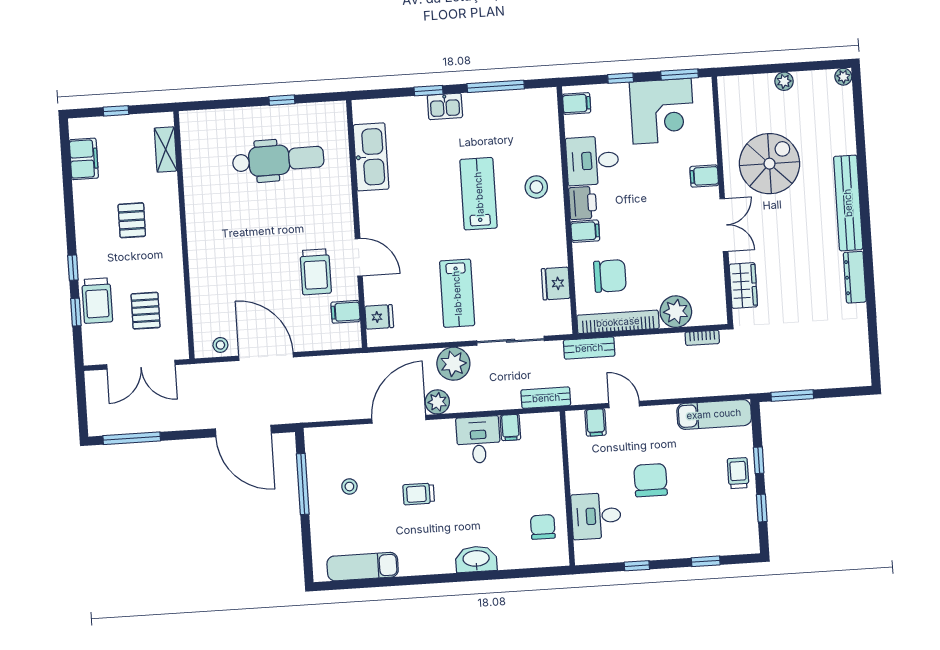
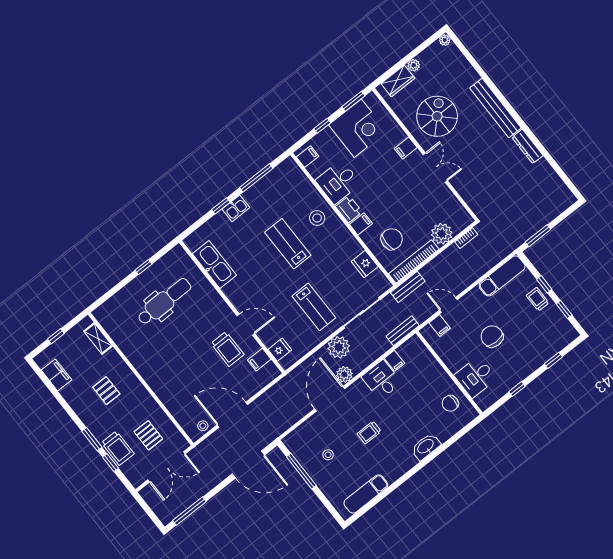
window: (73, 268) -> (92, 439), width x1.50
wardrobe: (743, 285) -> (398, 81), moved, turned 90
chair: (543, 527) -> (450, 403), turned -90

